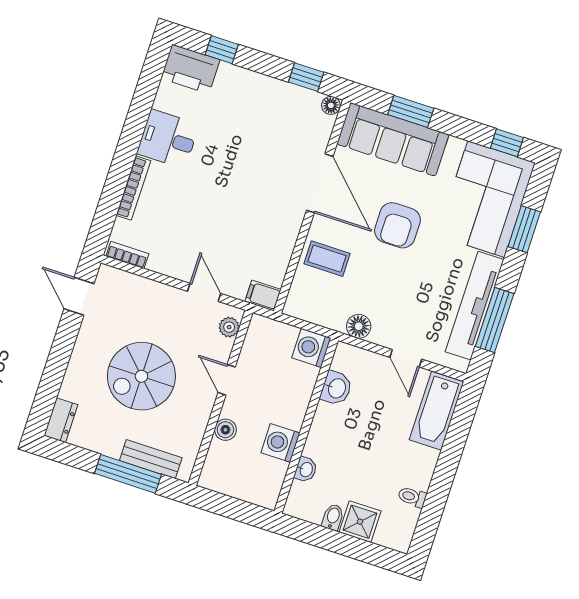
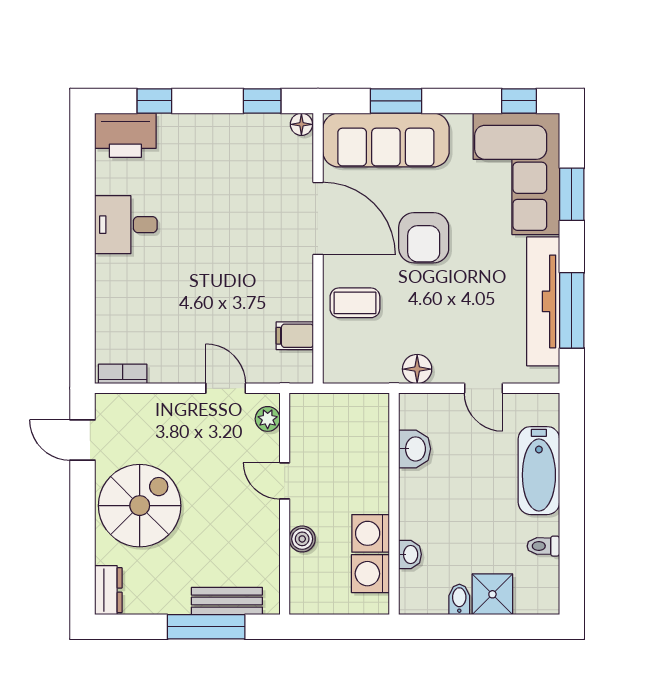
bookcase: (133, 188) -> (104, 294), removed
filing cabinet: (263, 296) -> (295, 336), moved
washing machine: (311, 348) -> (370, 574), moved
spiral stairs: (141, 376) -> (140, 506), moved, turned 180
bathtub: (437, 411) -> (539, 471), moved

